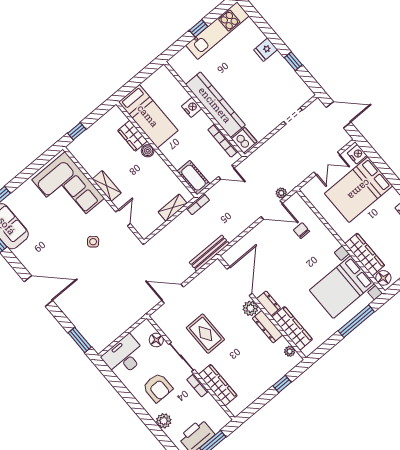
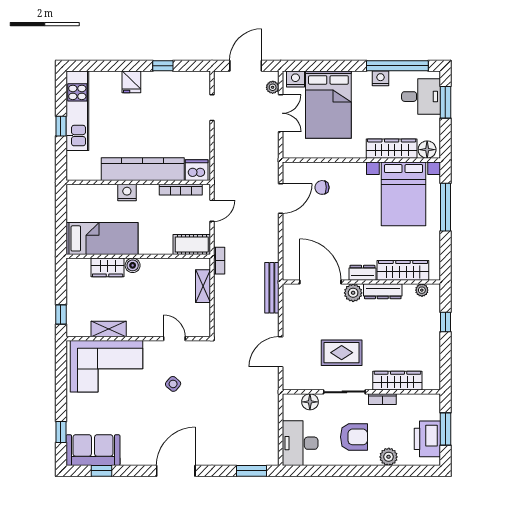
shelving: (107, 186) -> (109, 329), moved
plant: (281, 193) -> (273, 87), moved

